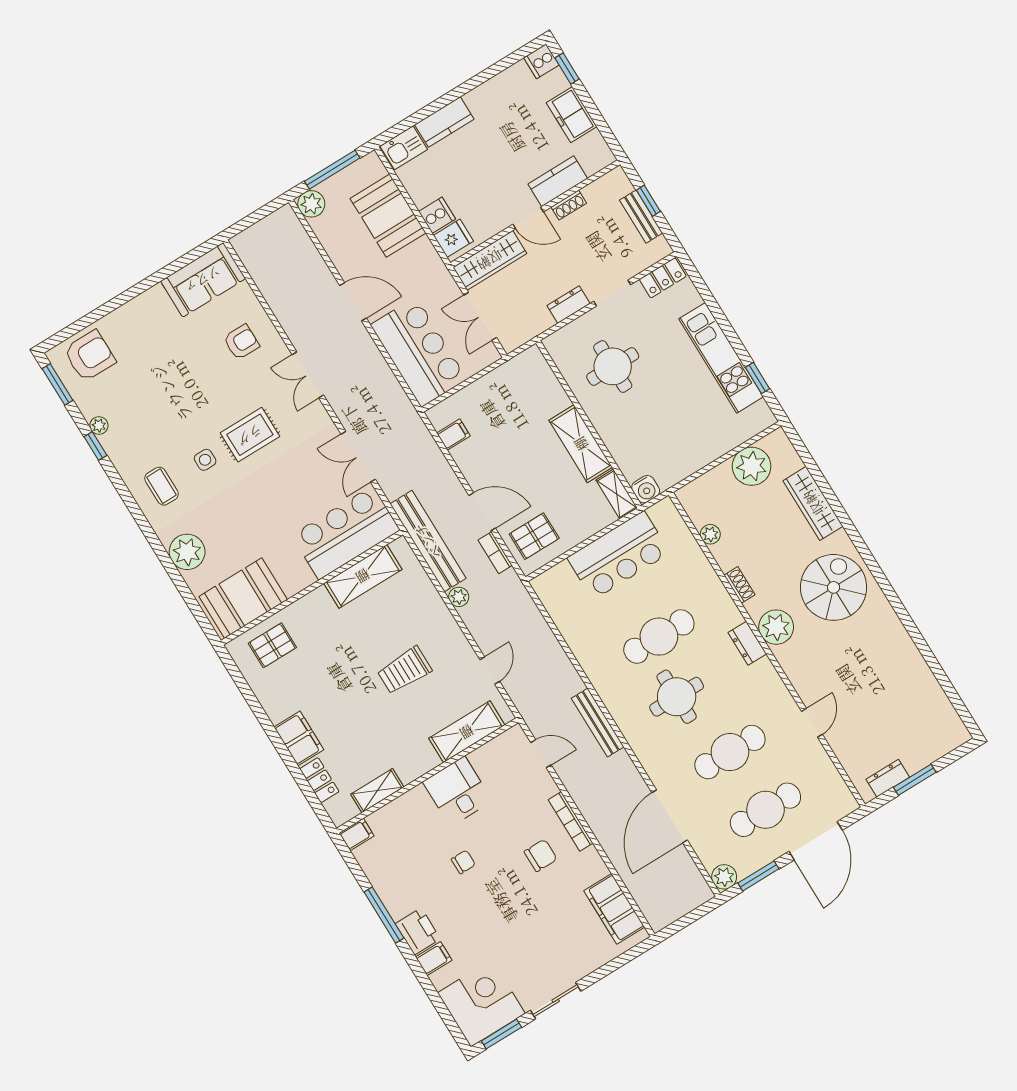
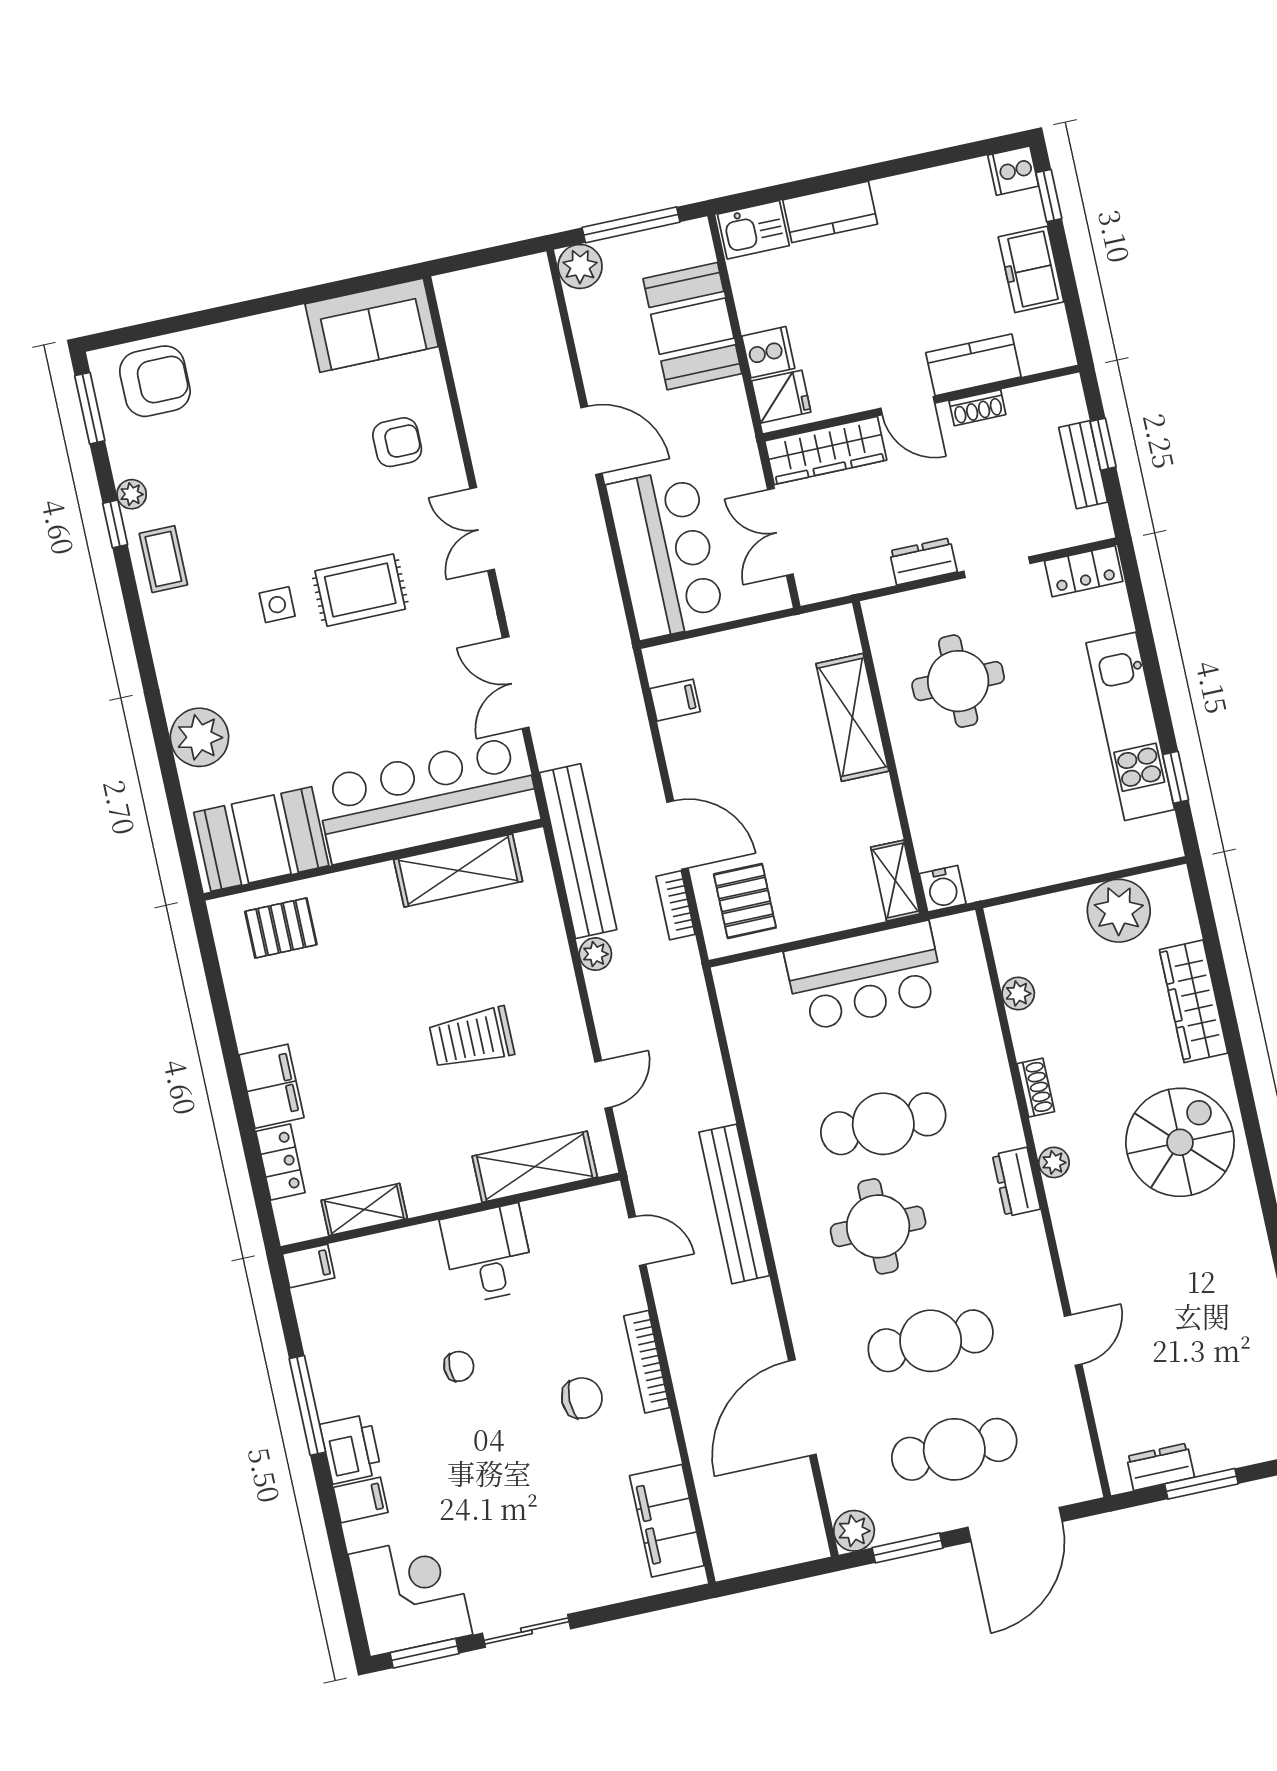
shelving: (581, 444) -> (852, 717), moved
coffee table: (162, 486) -> (163, 559), moved
bar counter: (346, 533) -> (427, 800), width x1.36
pallet: (534, 536) -> (745, 901), turned 90
plant: (776, 627) -> (1054, 1162), width x0.53, depth x0.53
bench: (598, 723) -> (734, 1204), width x1.37, depth x1.21

